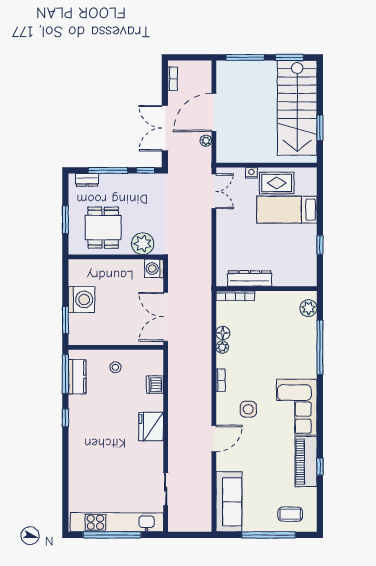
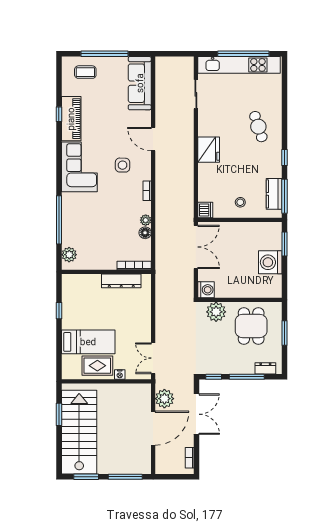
plant: (206, 141) -> (164, 399), width x1.88, depth x1.88
dishwasher: (155, 385) -> (205, 210), moved
door: (214, 439) -> (153, 139), hinge flipped
cafe table: (95, 453) -> (258, 127), added

